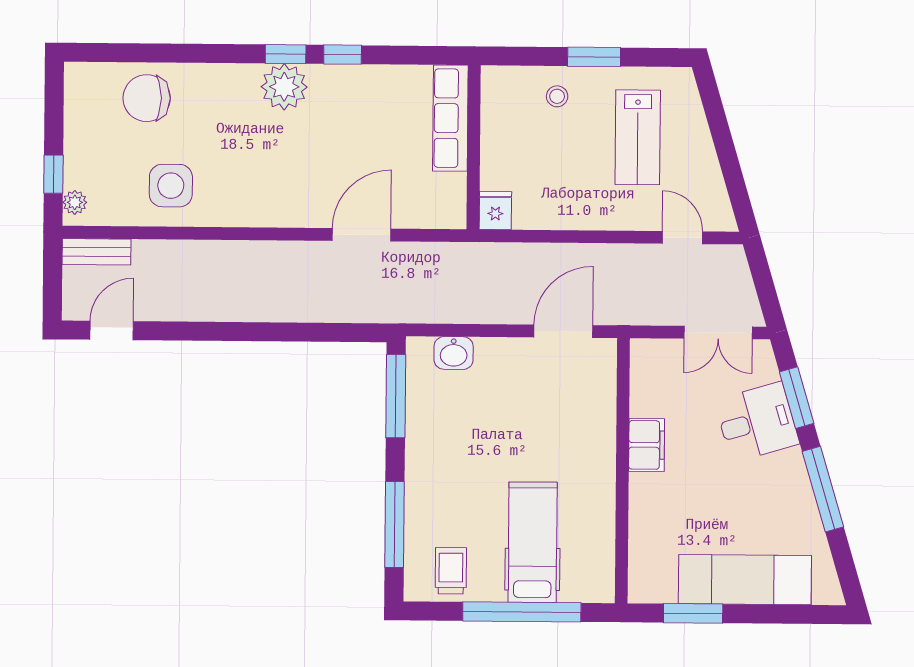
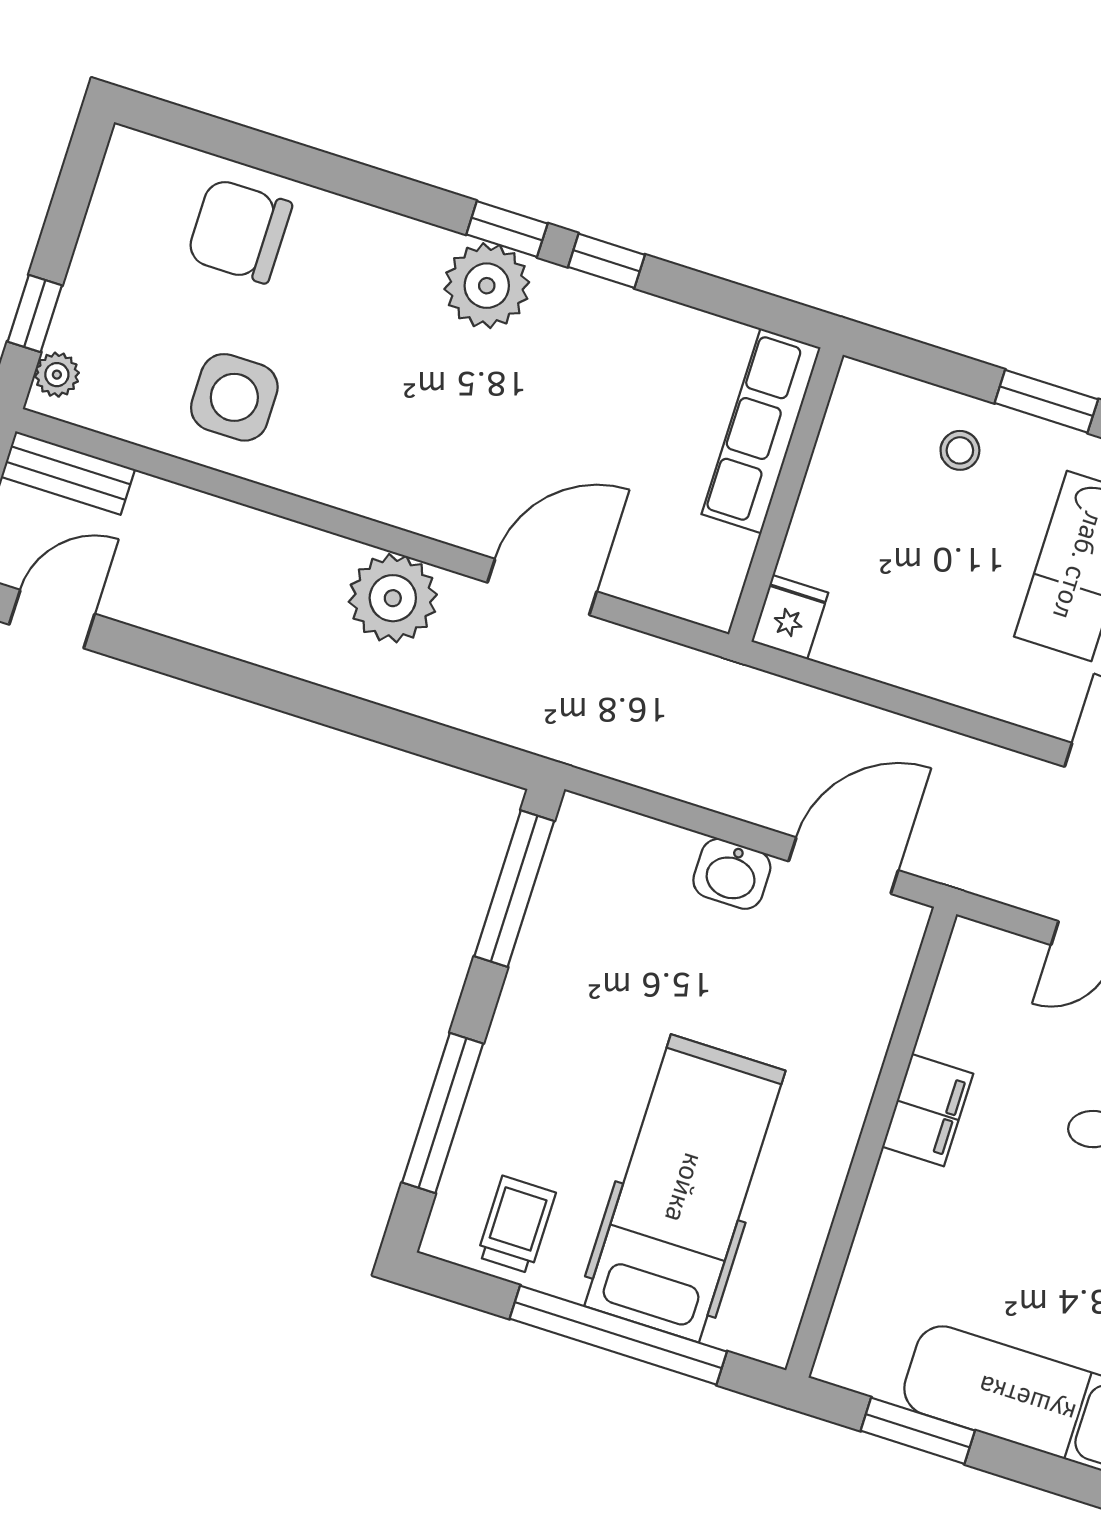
plant: (286, 265) -> (393, 598), added
washbasin: (454, 353) -> (732, 874), moved
hospital bed: (533, 542) -> (685, 1188), width x1.37, depth x1.29

